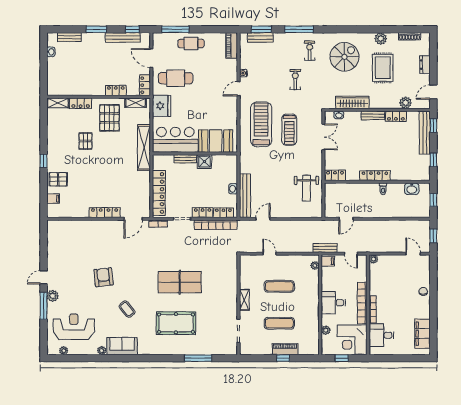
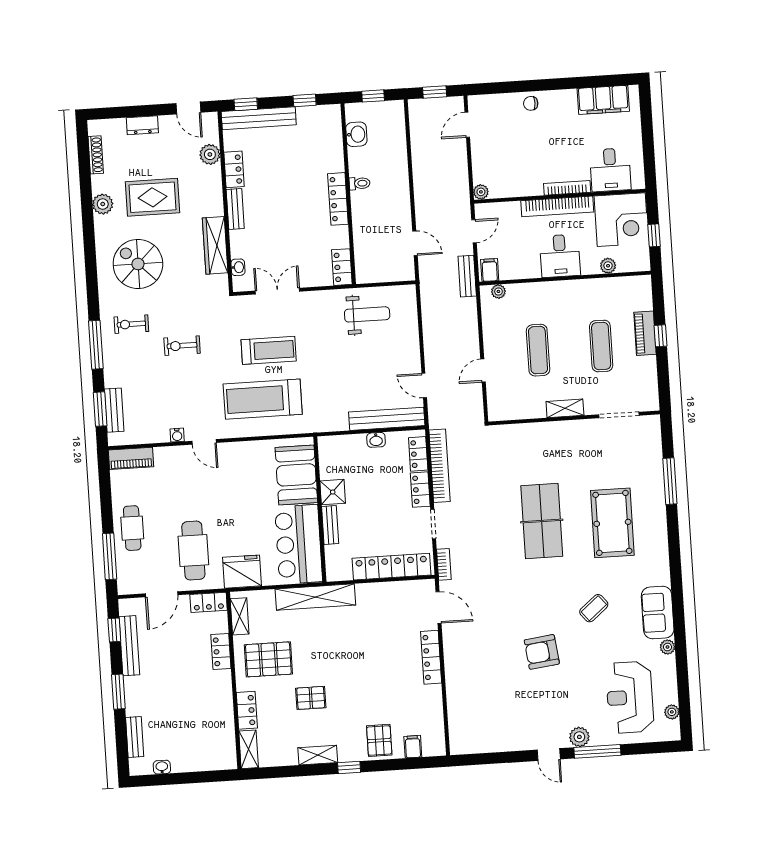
shelving: (52, 143) -> (318, 755), added

